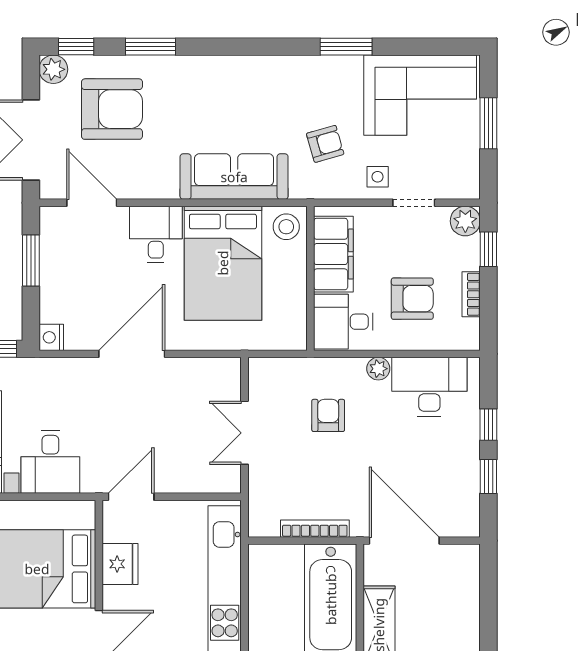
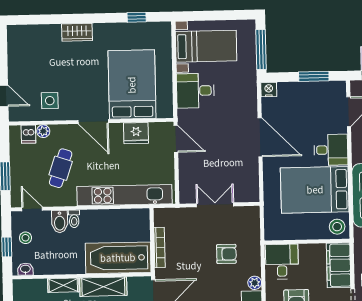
filing cabinet: (333, 254) -> (339, 265), moved, turned 90

